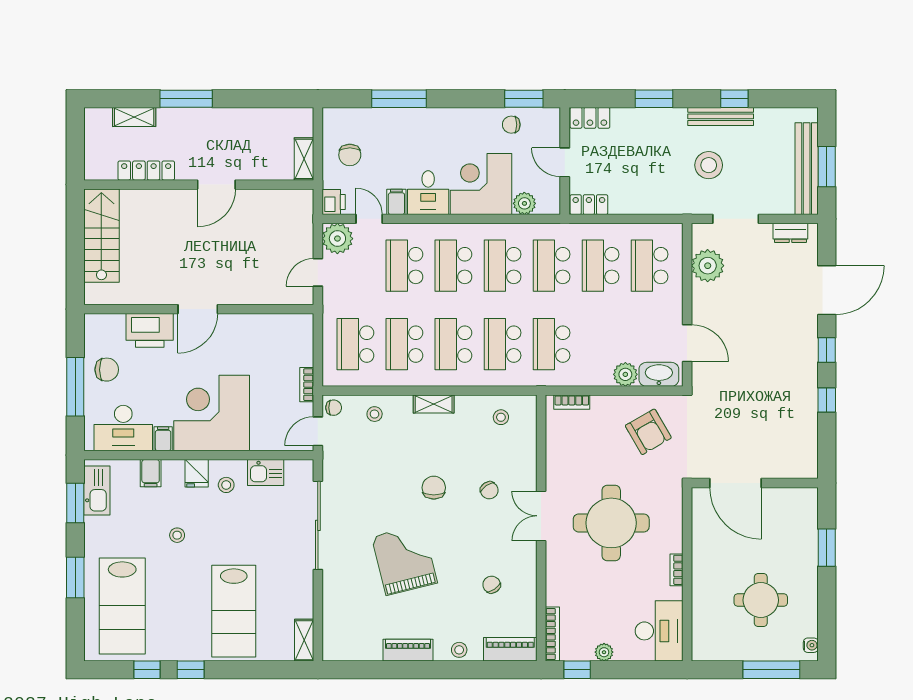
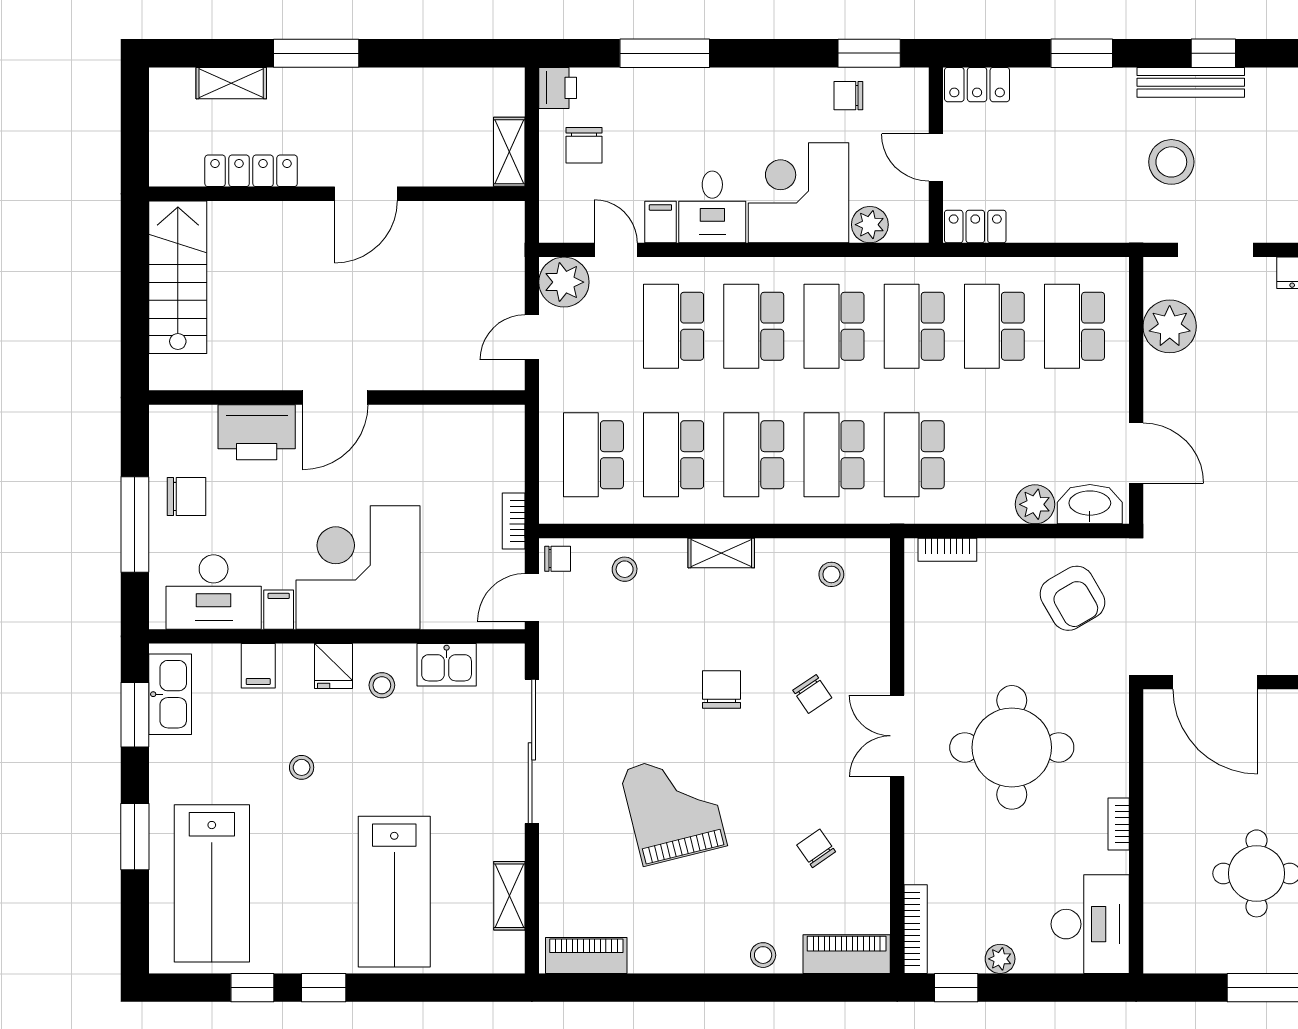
printer: (334, 202) -> (558, 88), moved
shelving: (304, 640) -> (509, 896), moved
piano: (408, 650) -> (586, 955), moved

